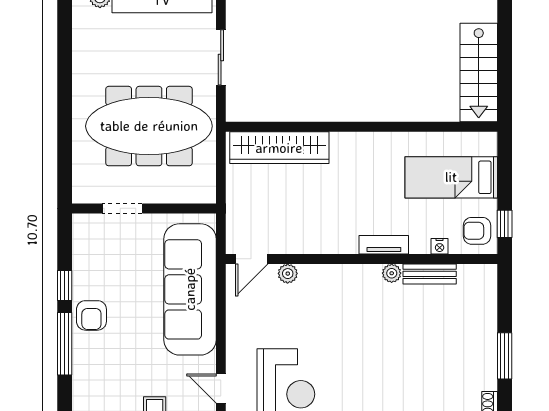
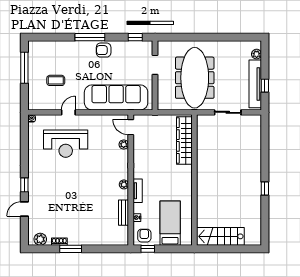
plant: (392, 273) -> (124, 184), moved
window: (65, 285) -> (135, 37), moved
window: (505, 356) -> (71, 249), moved

